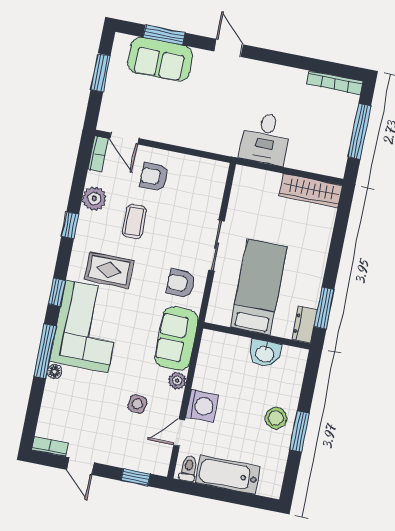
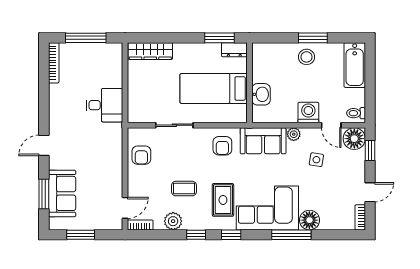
armchair: (154, 177) -> (141, 155), moved
wardrobe: (311, 191) -> (150, 51), moved, turned 90
sliding door: (216, 246) -> (174, 125), moved
window: (57, 292) -> (231, 235), moved
washbasin: (265, 353) -> (261, 94), moved
floor lamp: (55, 371) -> (309, 220), width x1.89, depth x1.89
floor lamp: (155, 460) -> (354, 139), added
bathtub: (228, 475) -> (355, 65), moved

